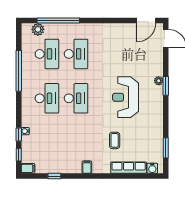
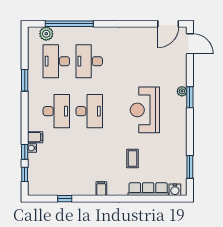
desk: (47, 54) -> (56, 61), turned 180
desk: (76, 54) -> (89, 61), turned 180
window: (19, 71) -> (25, 80), width x0.47
filing cabinet: (28, 168) -> (35, 137), moved

